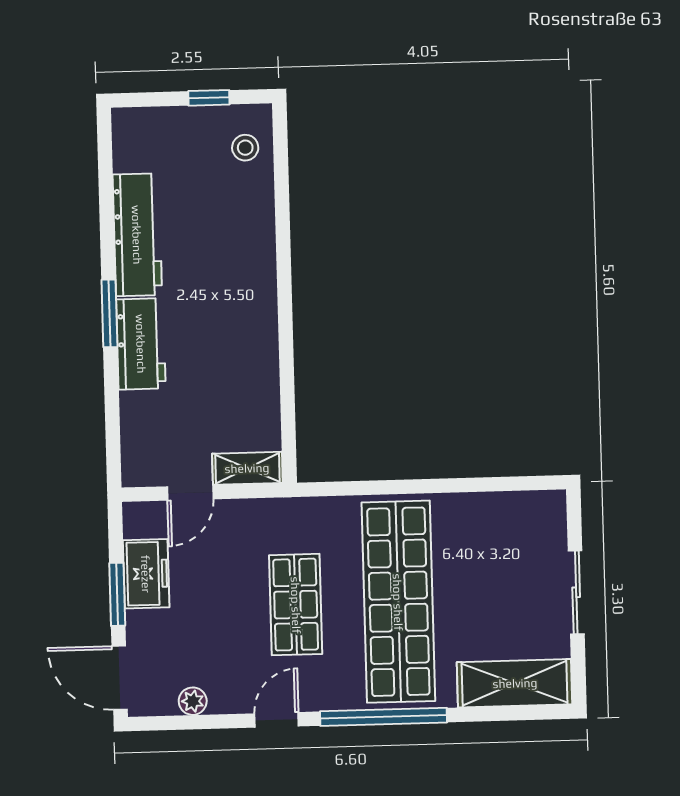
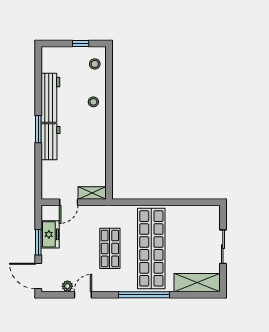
stool: (244, 242) -> (93, 102), added
door: (277, 720) -> (83, 295), moved

